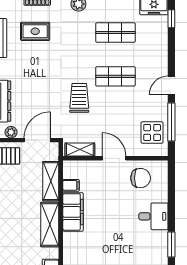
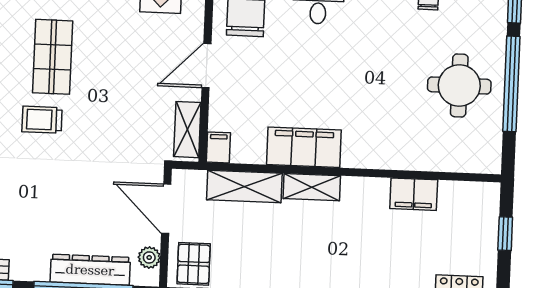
trolley: (79, 98) -> (42, 120), moved, width x0.73, depth x0.72
filing cabinet: (71, 185) -> (218, 147), moved
shelving: (50, 224) -> (312, 187), width x0.67, depth x0.75

